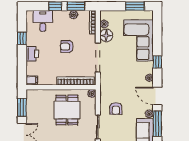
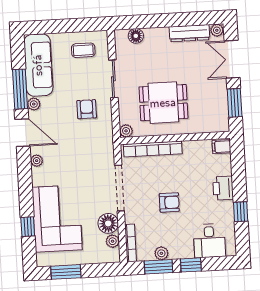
window: (157, 62) -> (28, 227), moved
dining table: (67, 110) -> (163, 103), turned 90

